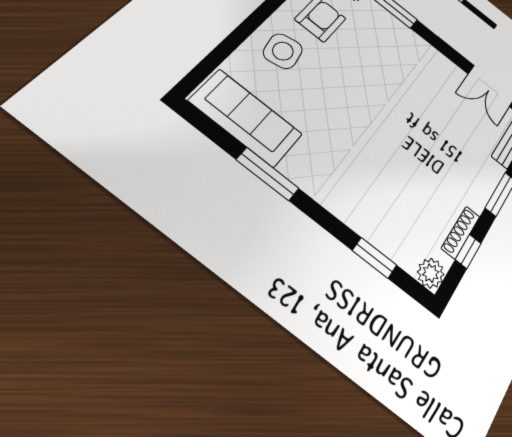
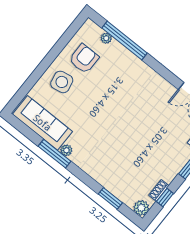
plant: (291, 168) -> (66, 150), added
shoe rack: (461, 232) -> (159, 190), width x0.70

